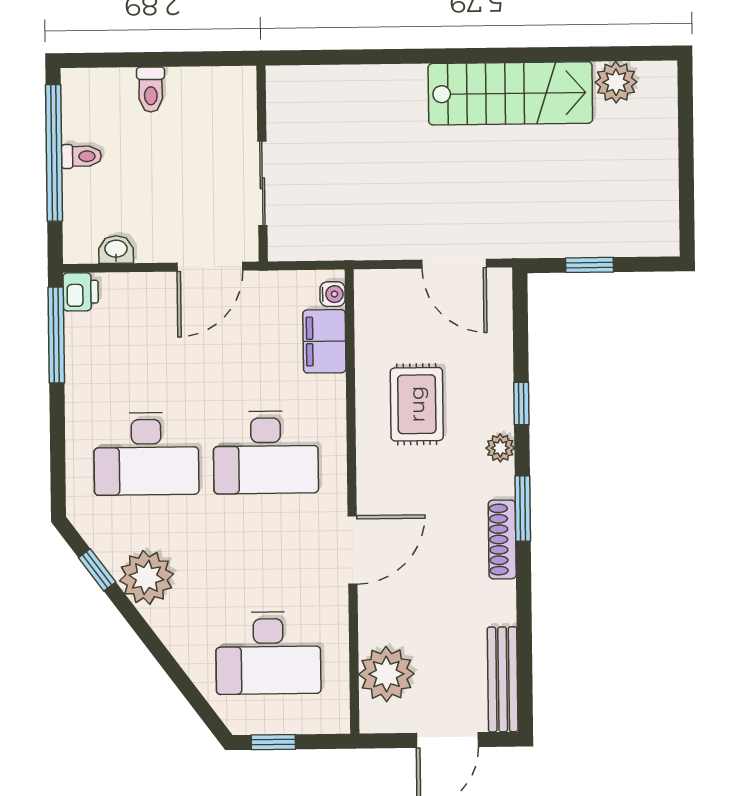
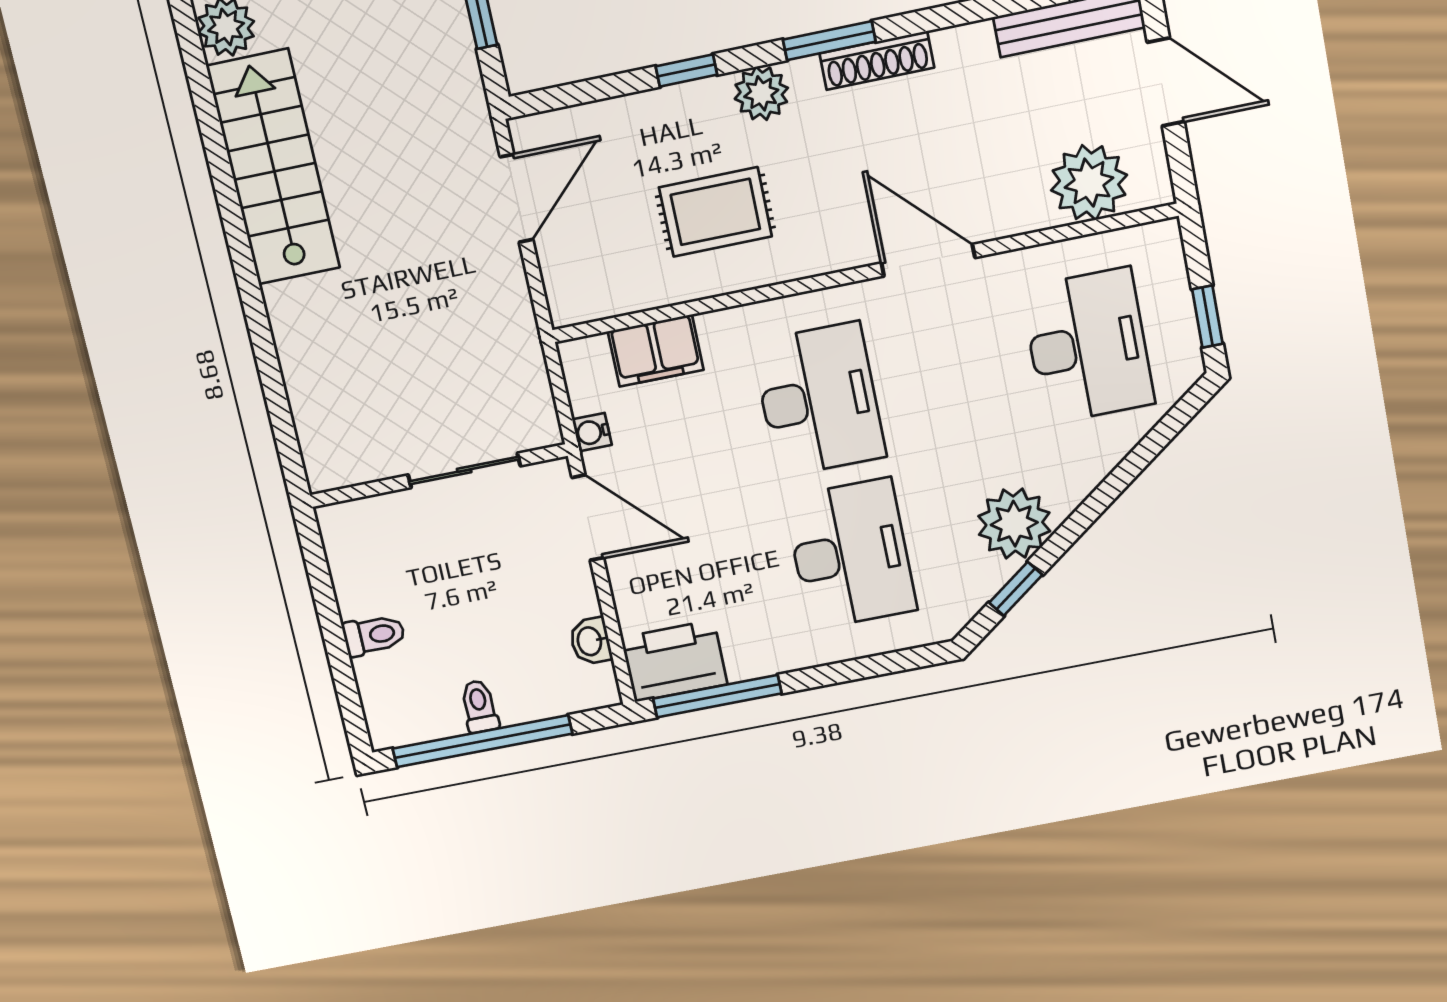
printer: (81, 292) -> (674, 661), width x1.87, depth x1.48
water cooler: (333, 294) -> (592, 432), moved, turned -90
plant: (500, 448) -> (761, 93), width x1.38, depth x1.38

